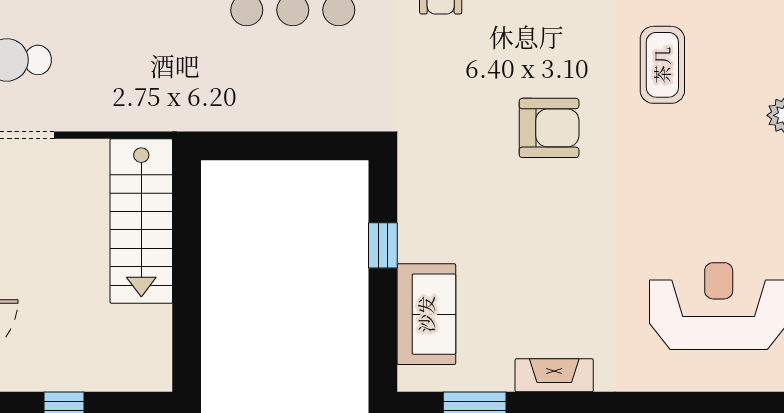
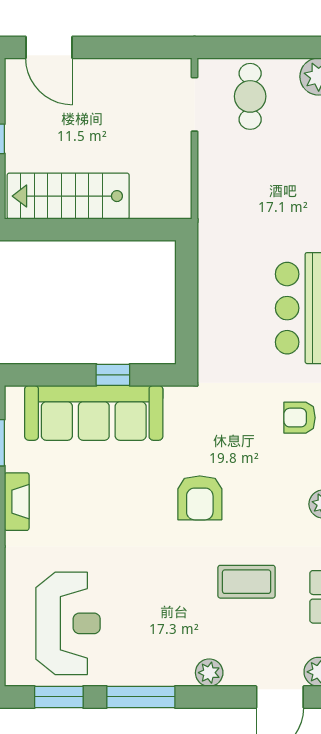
stairs: (141, 221) -> (68, 196), moved
sofa: (426, 314) -> (94, 413), width x1.85, depth x1.27

